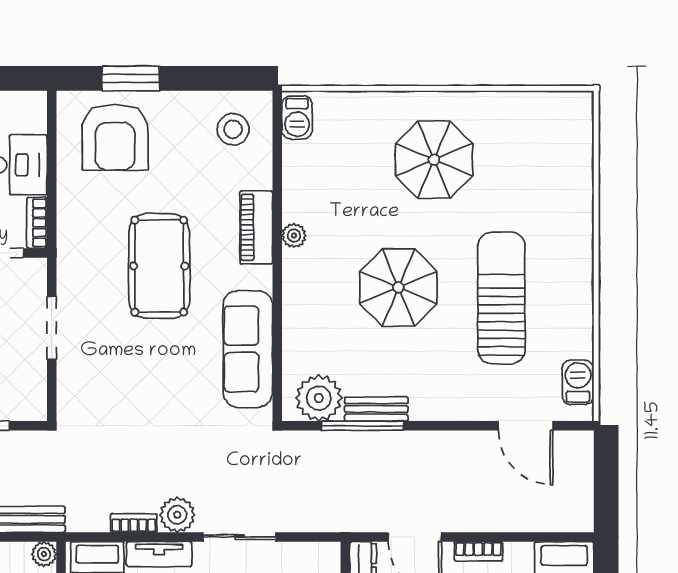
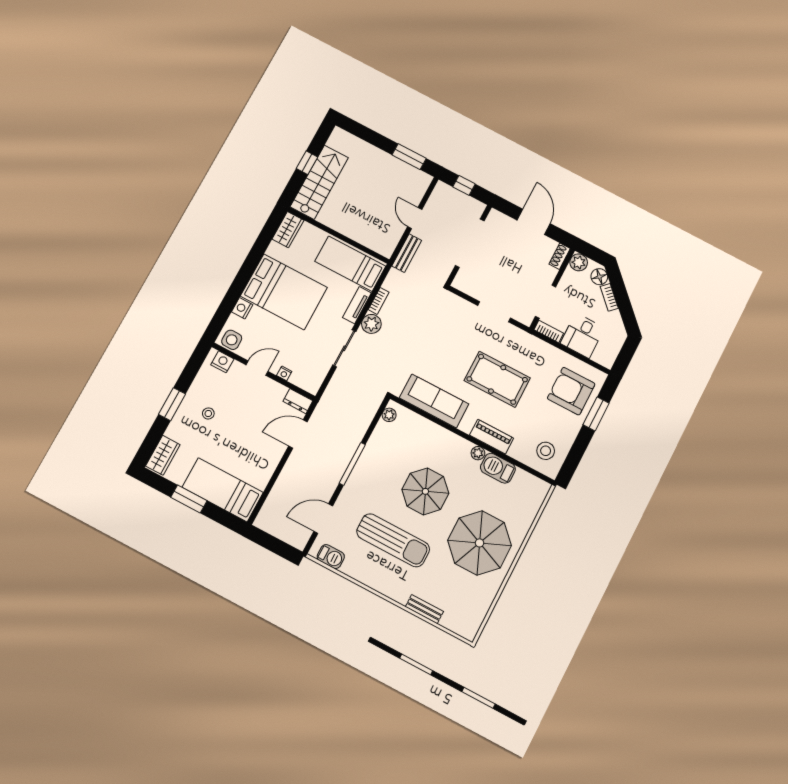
barbecue: (297, 117) -> (498, 468), moved, width x1.38, depth x1.27
parasol: (434, 160) -> (480, 543), width x1.36, depth x1.36
plant: (319, 398) -> (389, 415), width x0.53, depth x0.53
bench: (376, 409) -> (424, 609), moved, turned 90
window: (362, 426) -> (352, 464), moved
bookcase: (478, 551) -> (274, 462), removed
plant: (44, 554) -> (387, 250), removed

